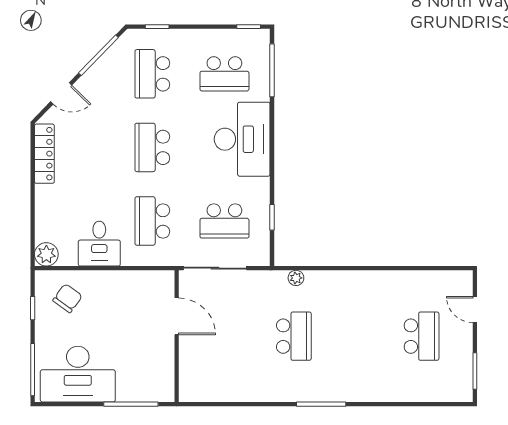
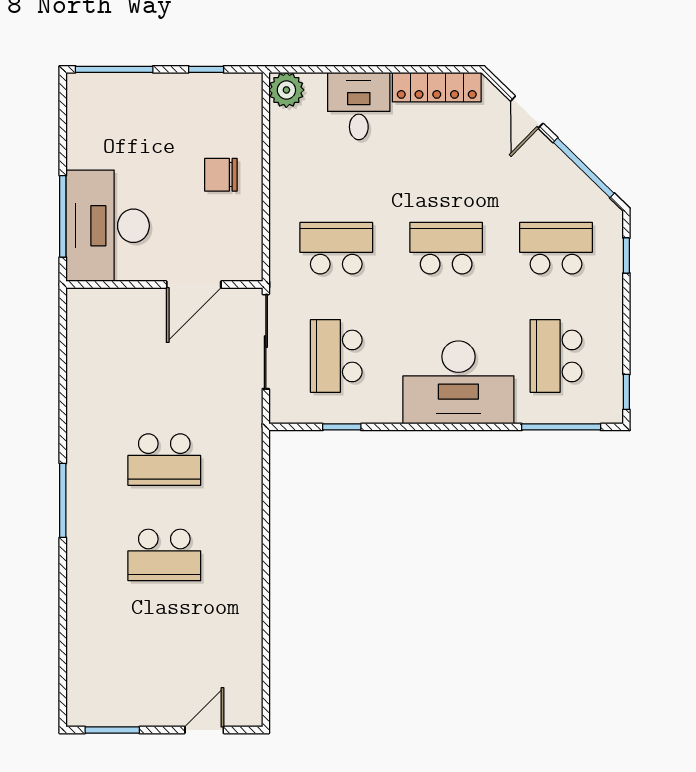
desk: (99, 244) -> (359, 106), moved, turned 90
plant: (296, 278) -> (251, 463), removed
chair: (67, 298) -> (221, 175), moved, turned 144
school desk: (422, 336) -> (164, 555), moved
desk: (78, 374) -> (108, 226), moved

